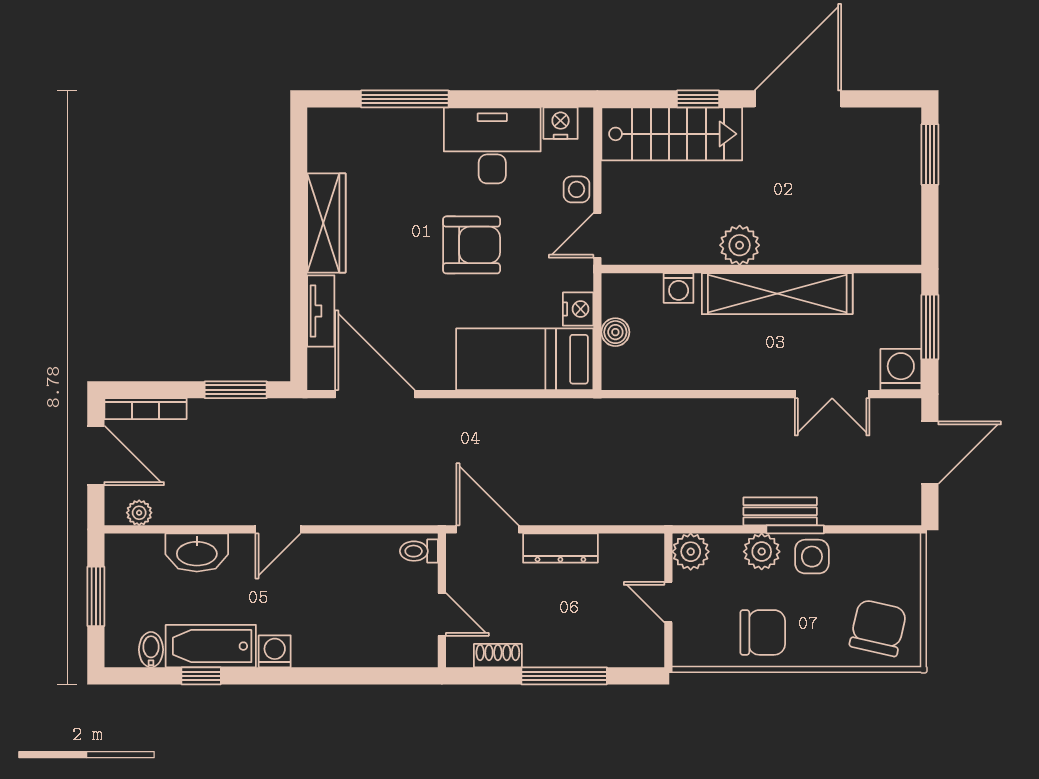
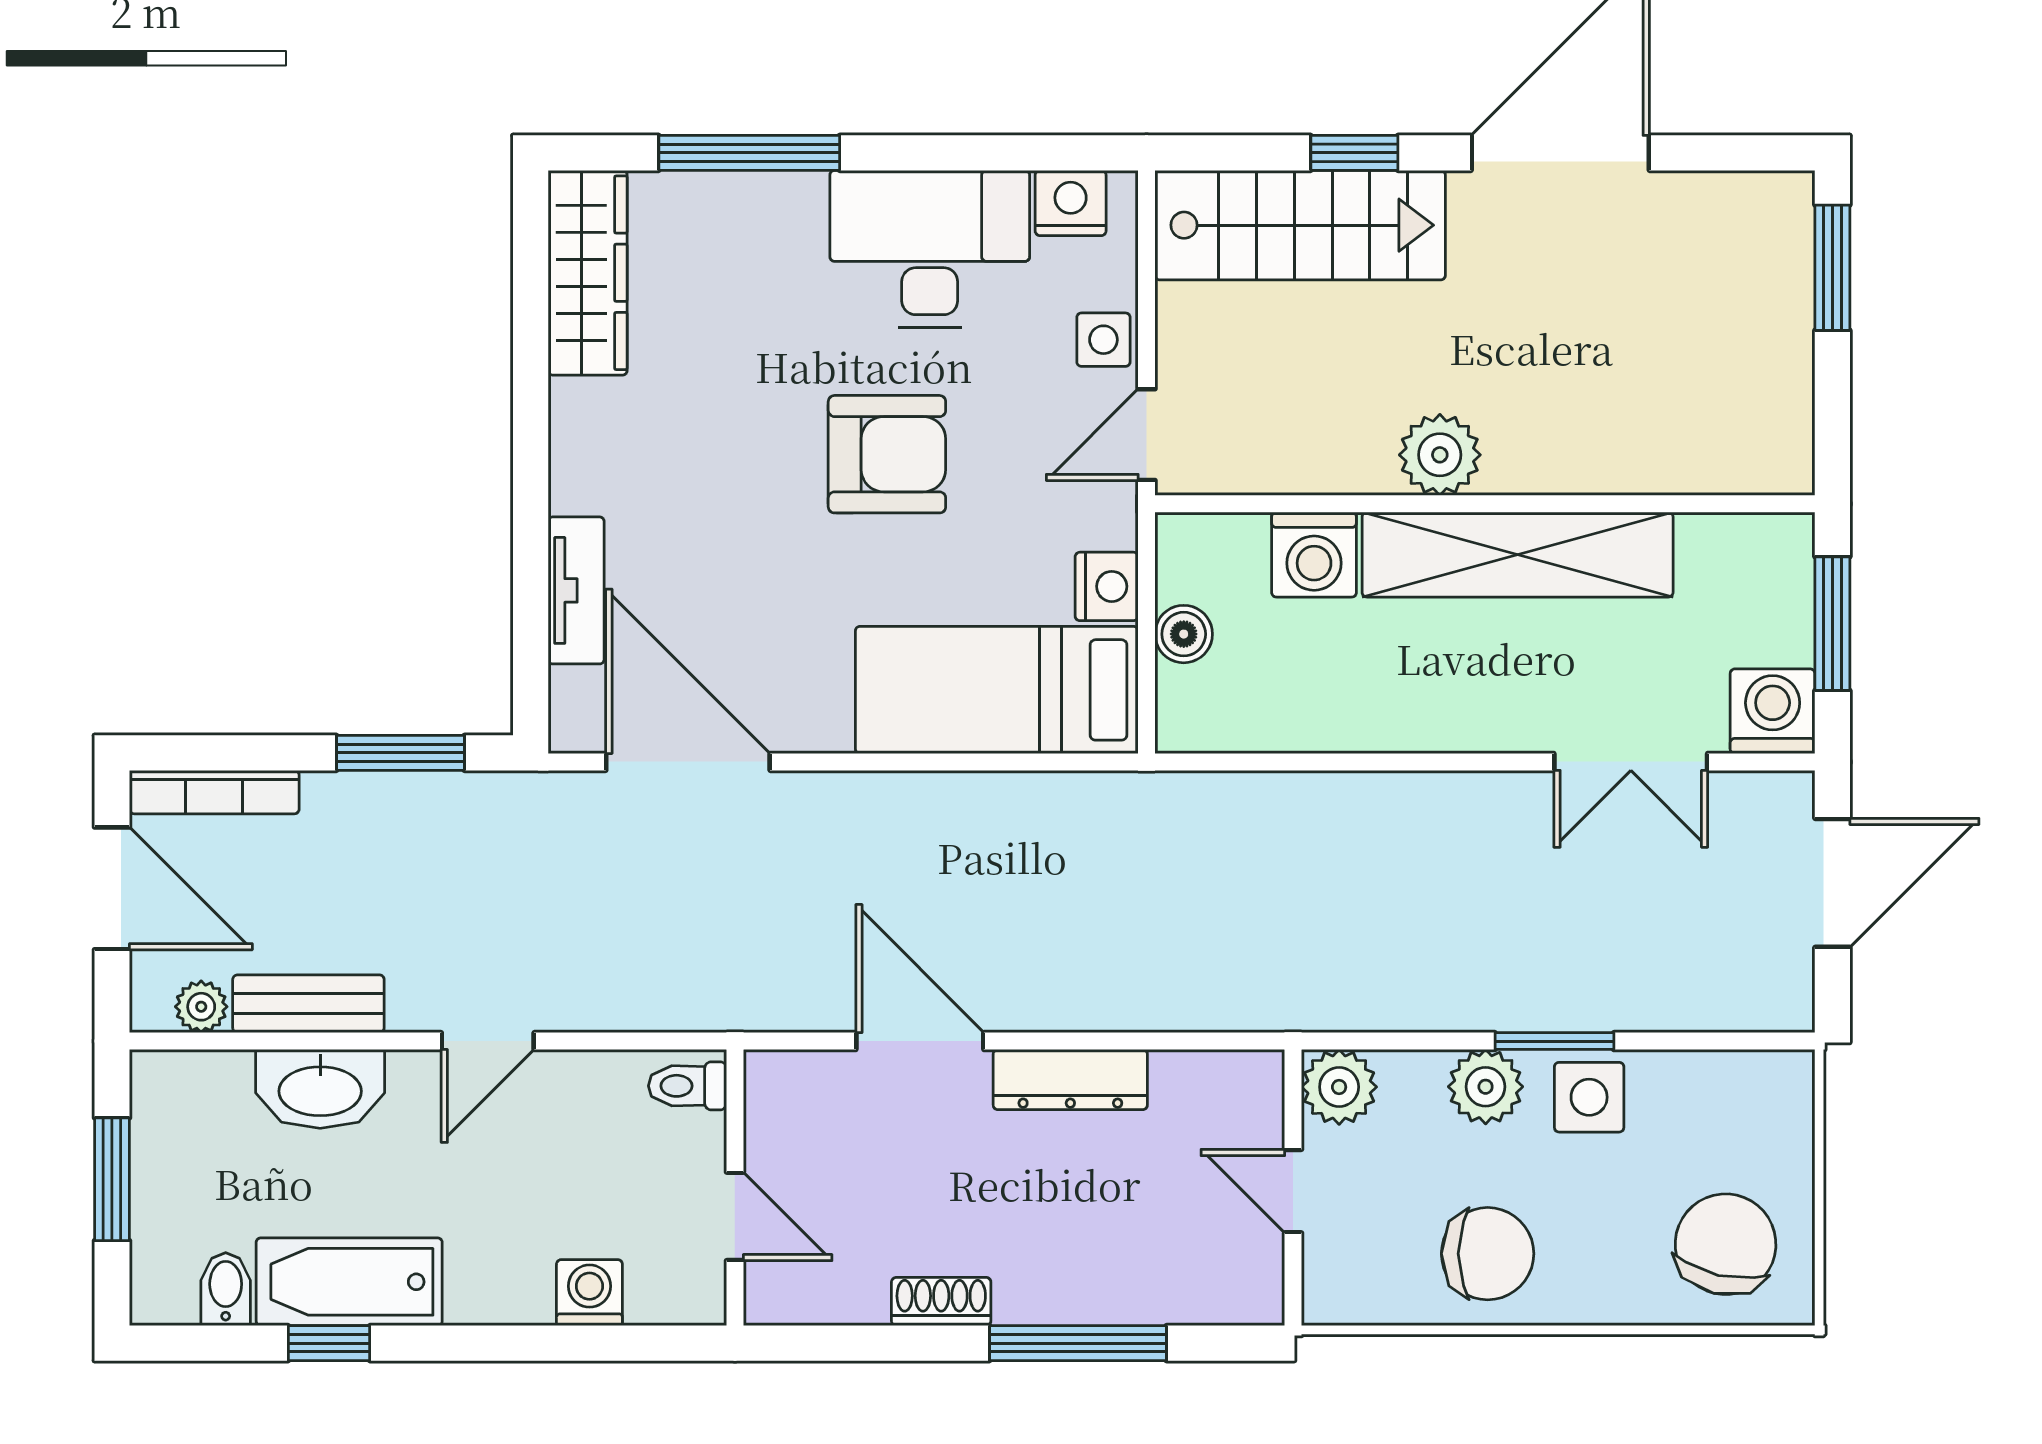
wardrobe: (326, 223) -> (588, 273), moved
washing machine: (679, 288) -> (1314, 555), width x1.38, depth x1.38
bench: (780, 511) -> (308, 1004), moved
toilet: (419, 551) -> (687, 1086), moved
wall: (442, 600) -> (735, 1188), moved
door: (442, 614) -> (735, 1216), moved
washing machine: (275, 651) -> (589, 1293), moved

